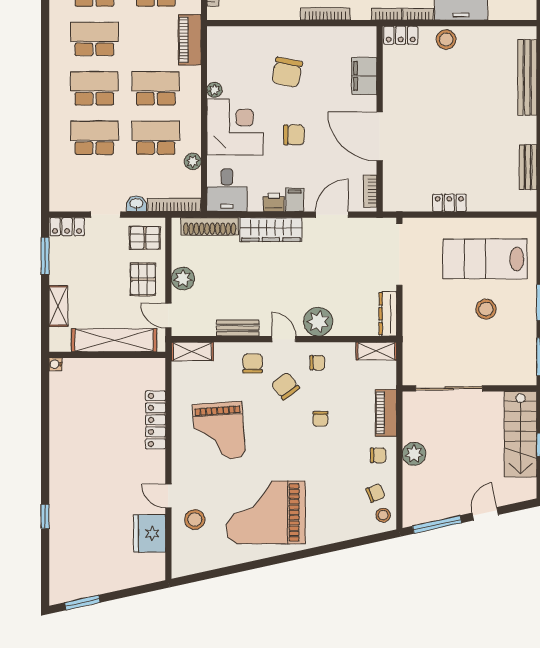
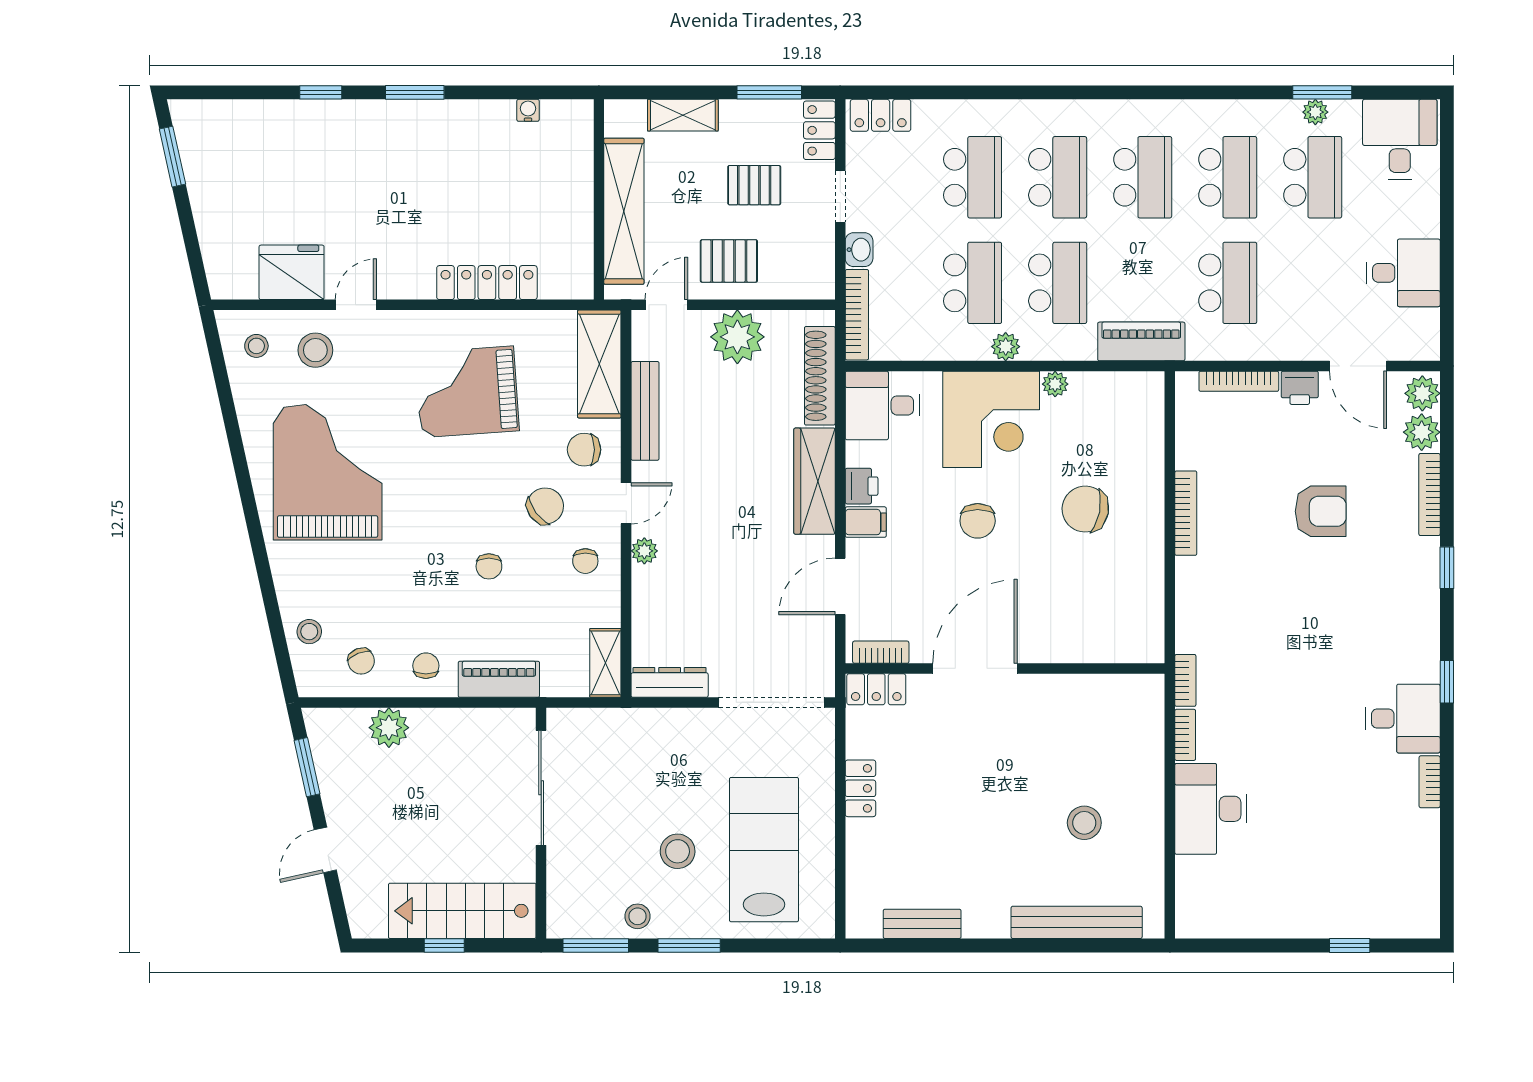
bookcase: (325, 14) -> (1186, 513), moved
locker: (401, 35) -> (876, 689), moved, turned -90
stool: (446, 39) -> (1084, 823), moved
filing cabinet: (364, 76) -> (1079, 642), removed
plant: (193, 161) -> (1006, 347), moved
locker: (58, 191) -> (881, 115), added
door: (332, 215) -> (840, 586), swing flipped
pallet: (145, 238) -> (754, 185), moved, turned 90
plant: (183, 279) -> (737, 337), width x1.36, depth x1.36
plant: (318, 322) -> (644, 551), width x0.53, depth x0.53
bench: (238, 328) -> (645, 411), width x1.36
stool: (524, 332) -> (638, 916), added
shelving: (192, 351) -> (599, 364), width x1.50, depth x1.33
chair: (253, 363) -> (584, 450), turned 180
water cooler: (55, 364) -> (528, 110), moved
chair: (320, 419) -> (489, 566), turned -90
plant: (414, 454) -> (389, 728), moved
chair: (378, 455) -> (426, 666), turned 180
window: (45, 462) -> (415, 92), added
door: (485, 514) -> (325, 850), swing flipped
stool: (383, 515) -> (309, 632), moved
window: (437, 524) -> (307, 767), width x0.69
stool: (192, 554) -> (256, 346), added

